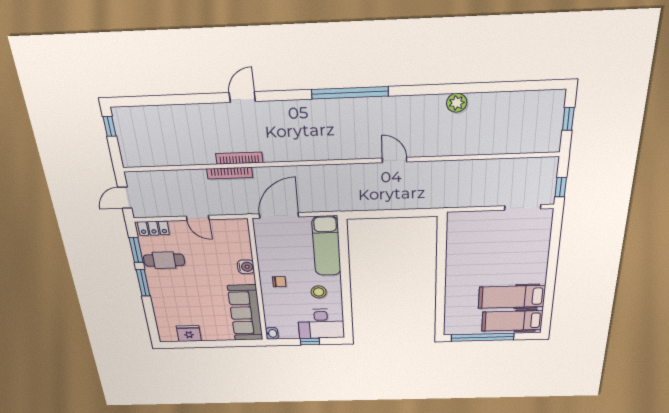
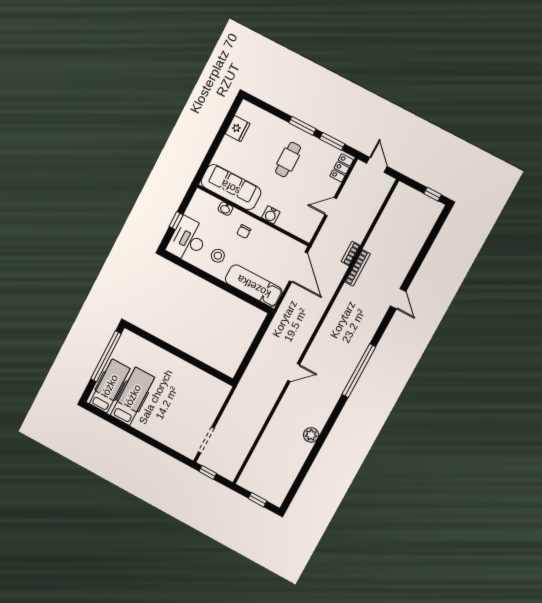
bookcase: (230, 173) -> (351, 254), width x0.64
cafe table: (164, 260) -> (288, 160), moved
washbasin: (272, 333) -> (225, 209), moved

